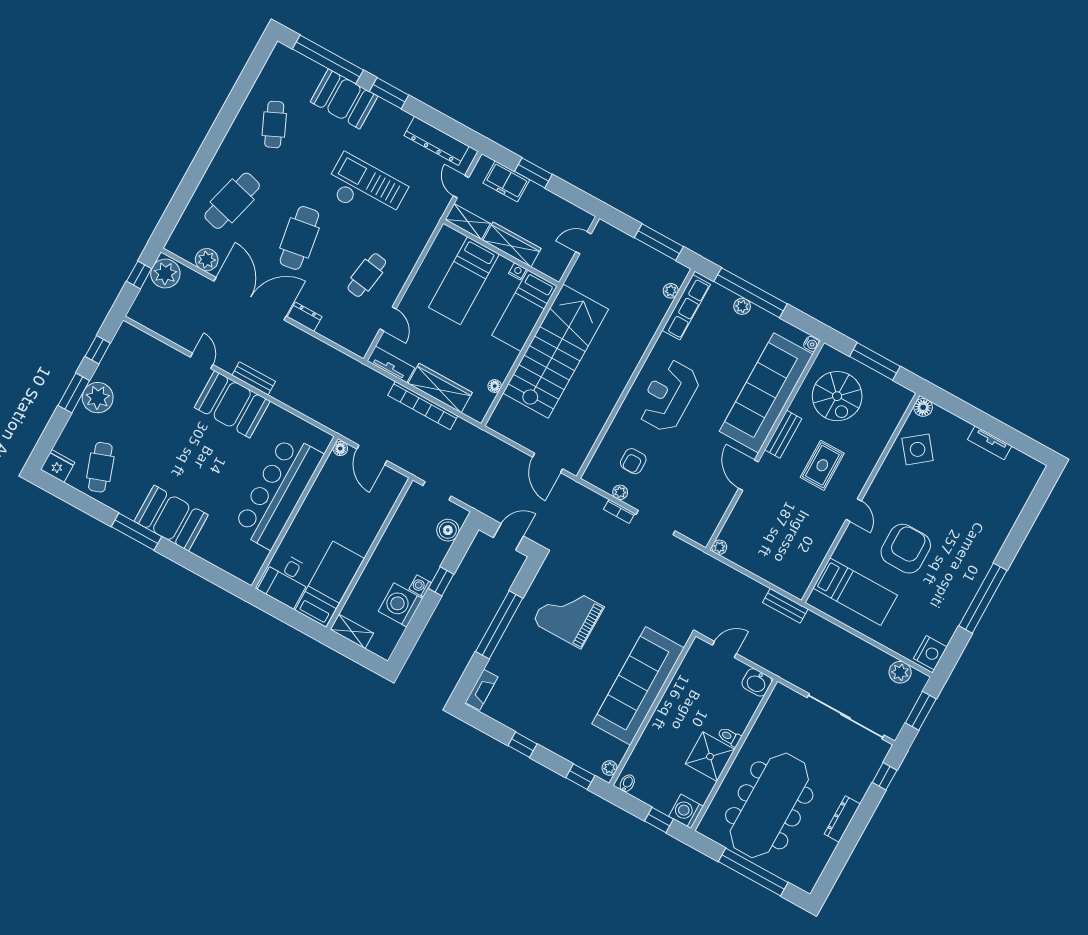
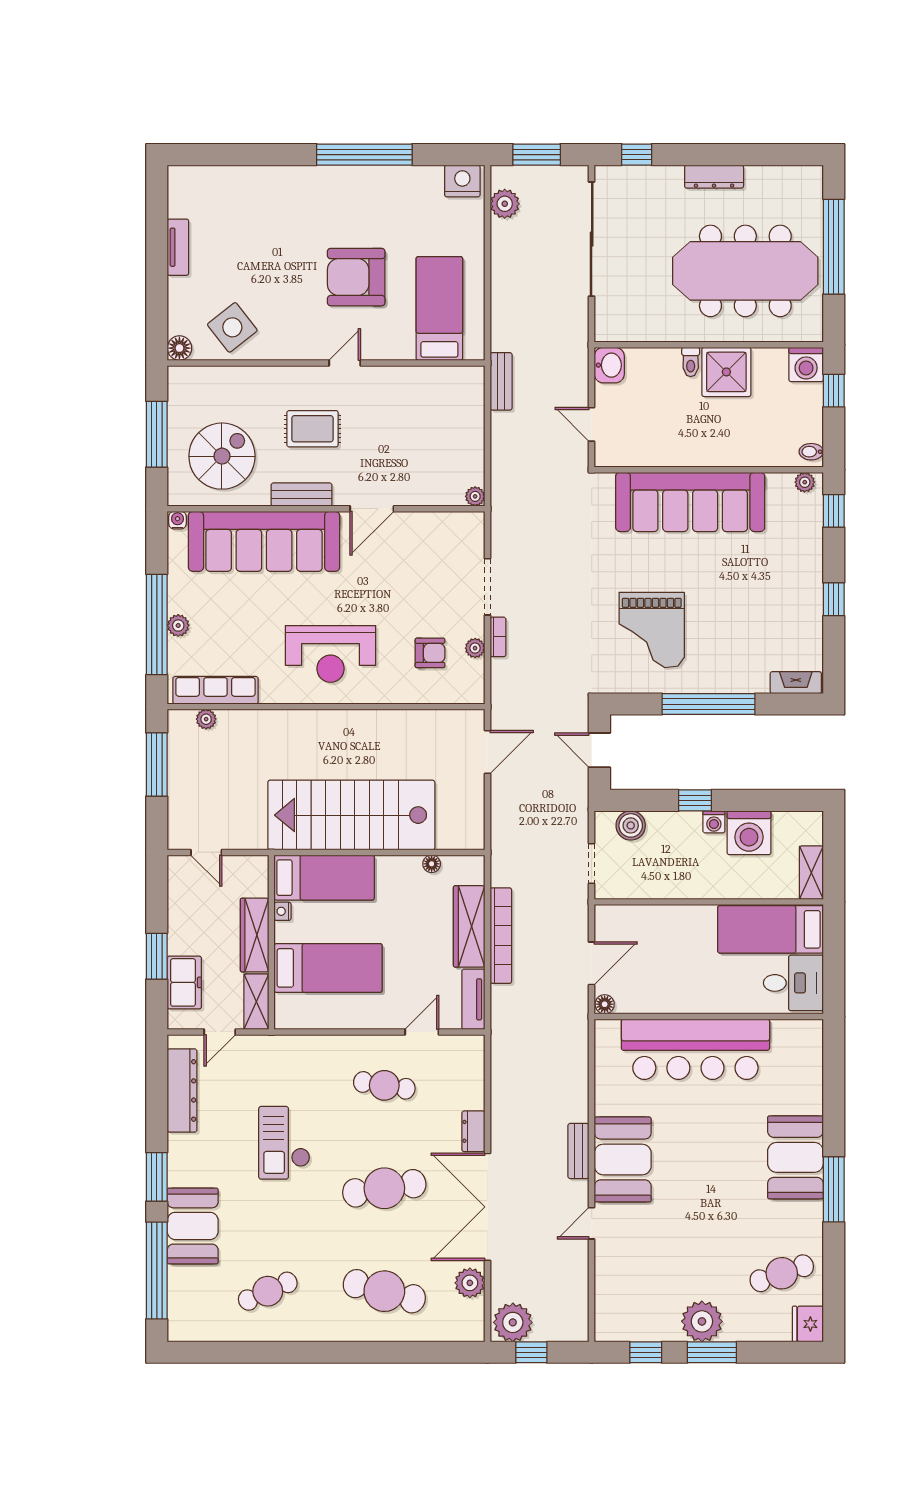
checkout: (365, 189) -> (284, 1143), width x0.73, depth x0.83

